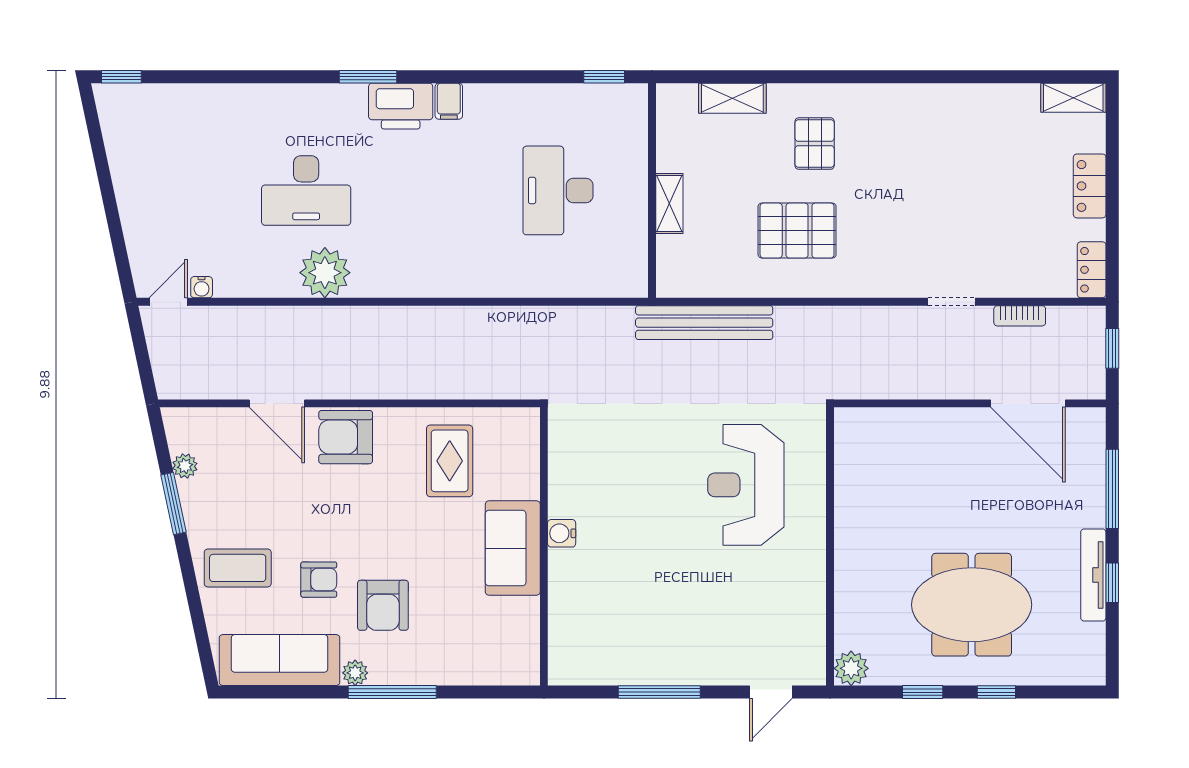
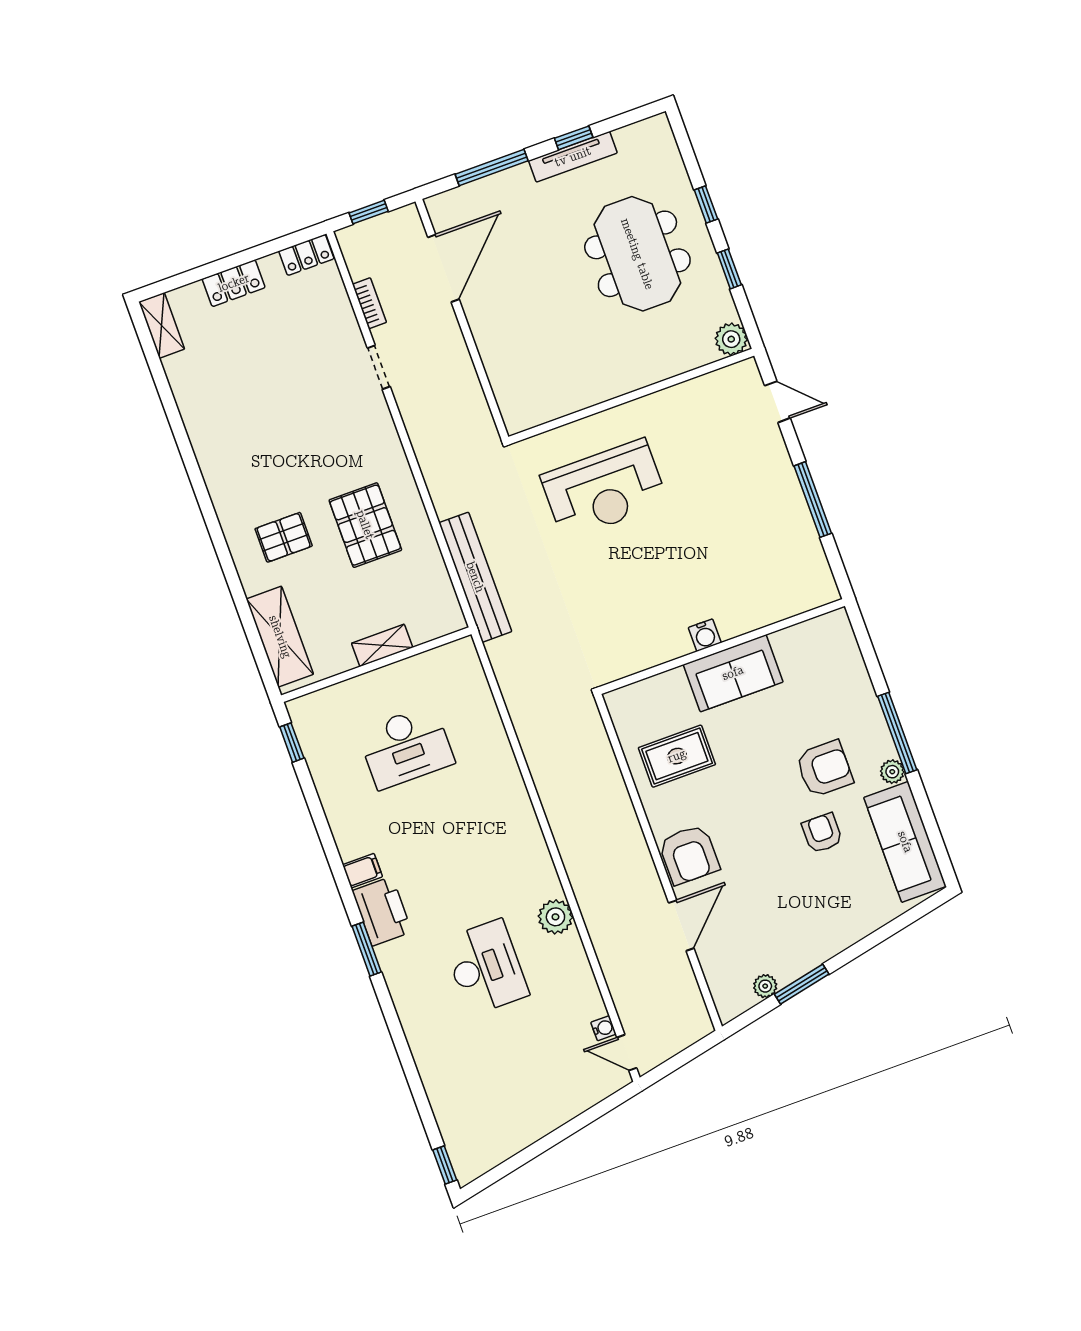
shelving: (732, 98) -> (280, 637), width x1.50, depth x1.33
plant: (325, 273) -> (555, 917), width x0.73, depth x0.73
coffee table: (238, 568) -> (838, 908), removed

